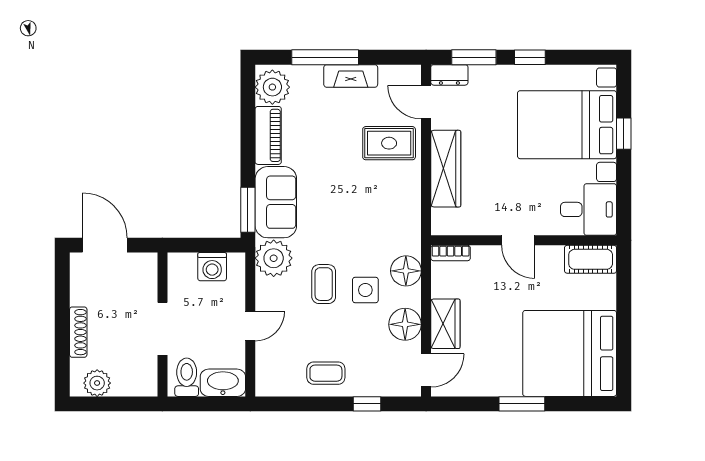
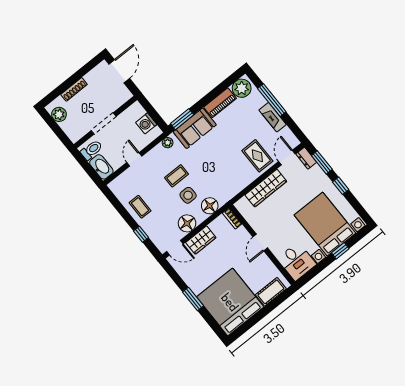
plant: (274, 258) -> (168, 143), width x0.53, depth x0.53
cot: (591, 259) -> (271, 292), moved, turned 90
door: (250, 326) -> (134, 159), swing flipped

